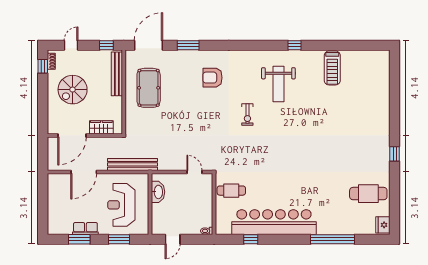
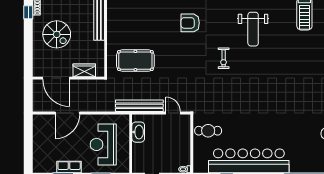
pool table: (149, 88) -> (135, 61), moved, turned 90
spiral stairs: (73, 90) -> (57, 34), turned -90
door: (72, 135) -> (56, 78), hinge flipped
bench: (133, 164) -> (139, 106), moved

